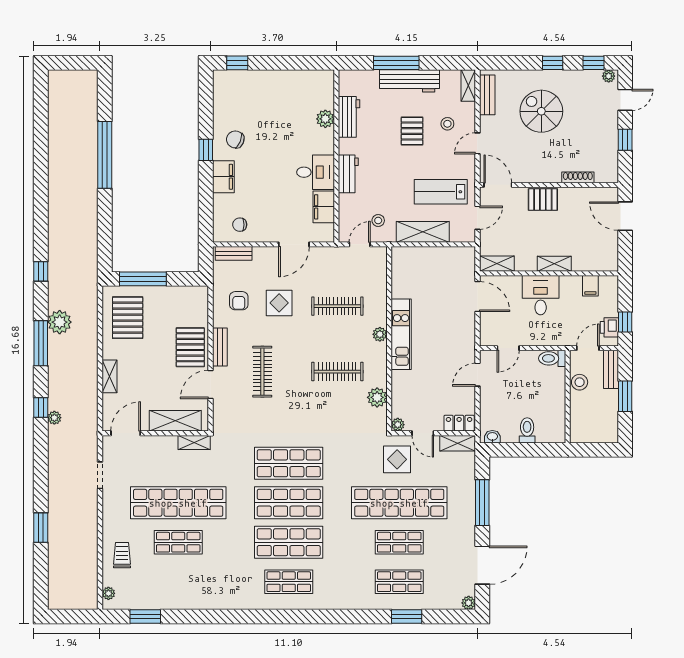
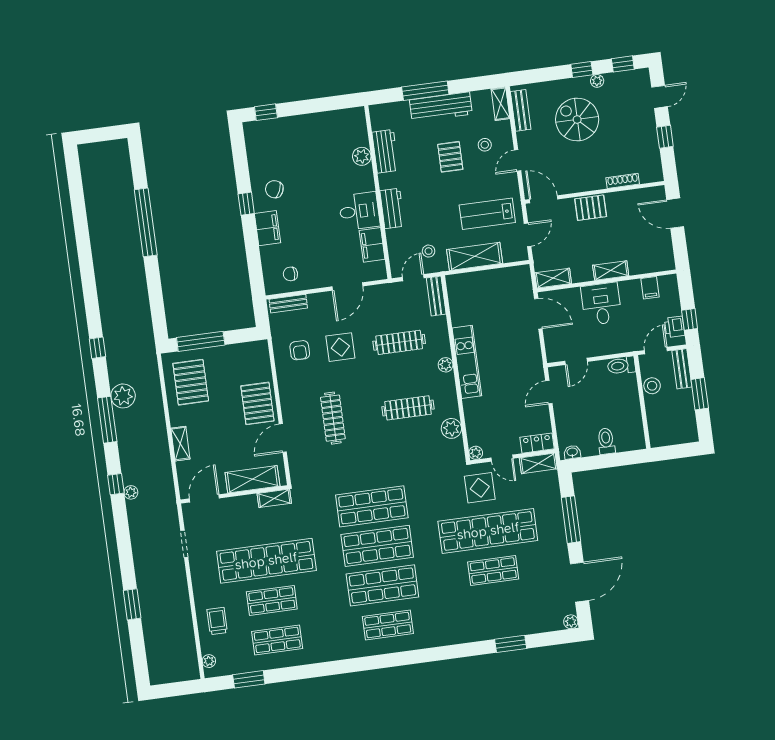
plant: (609, 76) -> (597, 81), moved
bench: (220, 347) -> (436, 296), moved
shop shelf: (399, 582) -> (277, 640), moved

